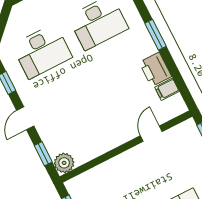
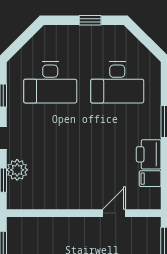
plant: (64, 163) -> (17, 170), moved

